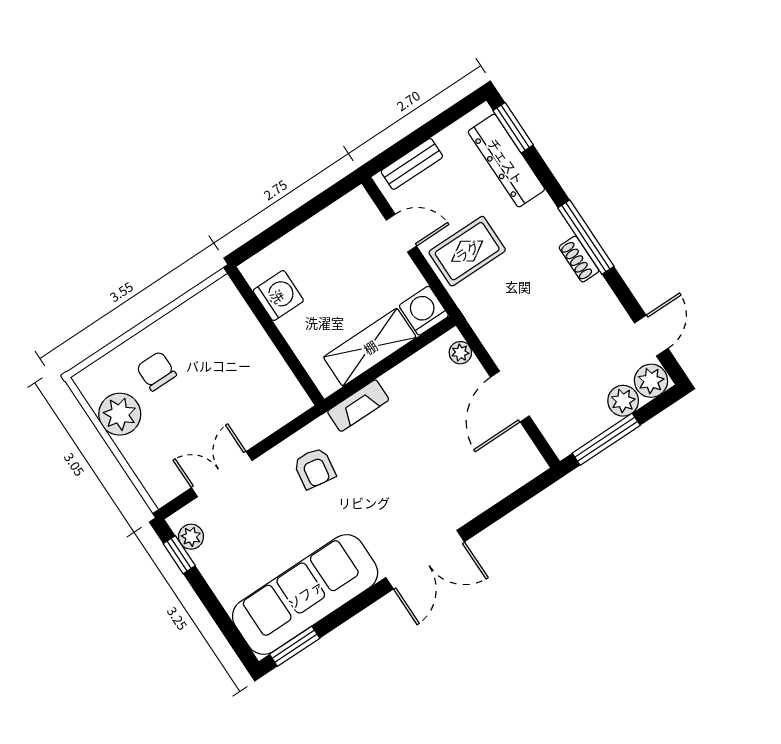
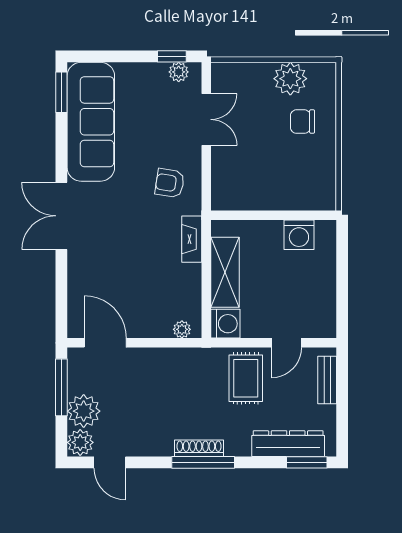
shoe rack: (579, 259) -> (199, 448), width x1.43
chair: (156, 371) -> (303, 122), turned 180
door: (510, 396) -> (105, 343), moved
plant: (623, 401) -> (84, 411), width x1.36, depth x1.36

